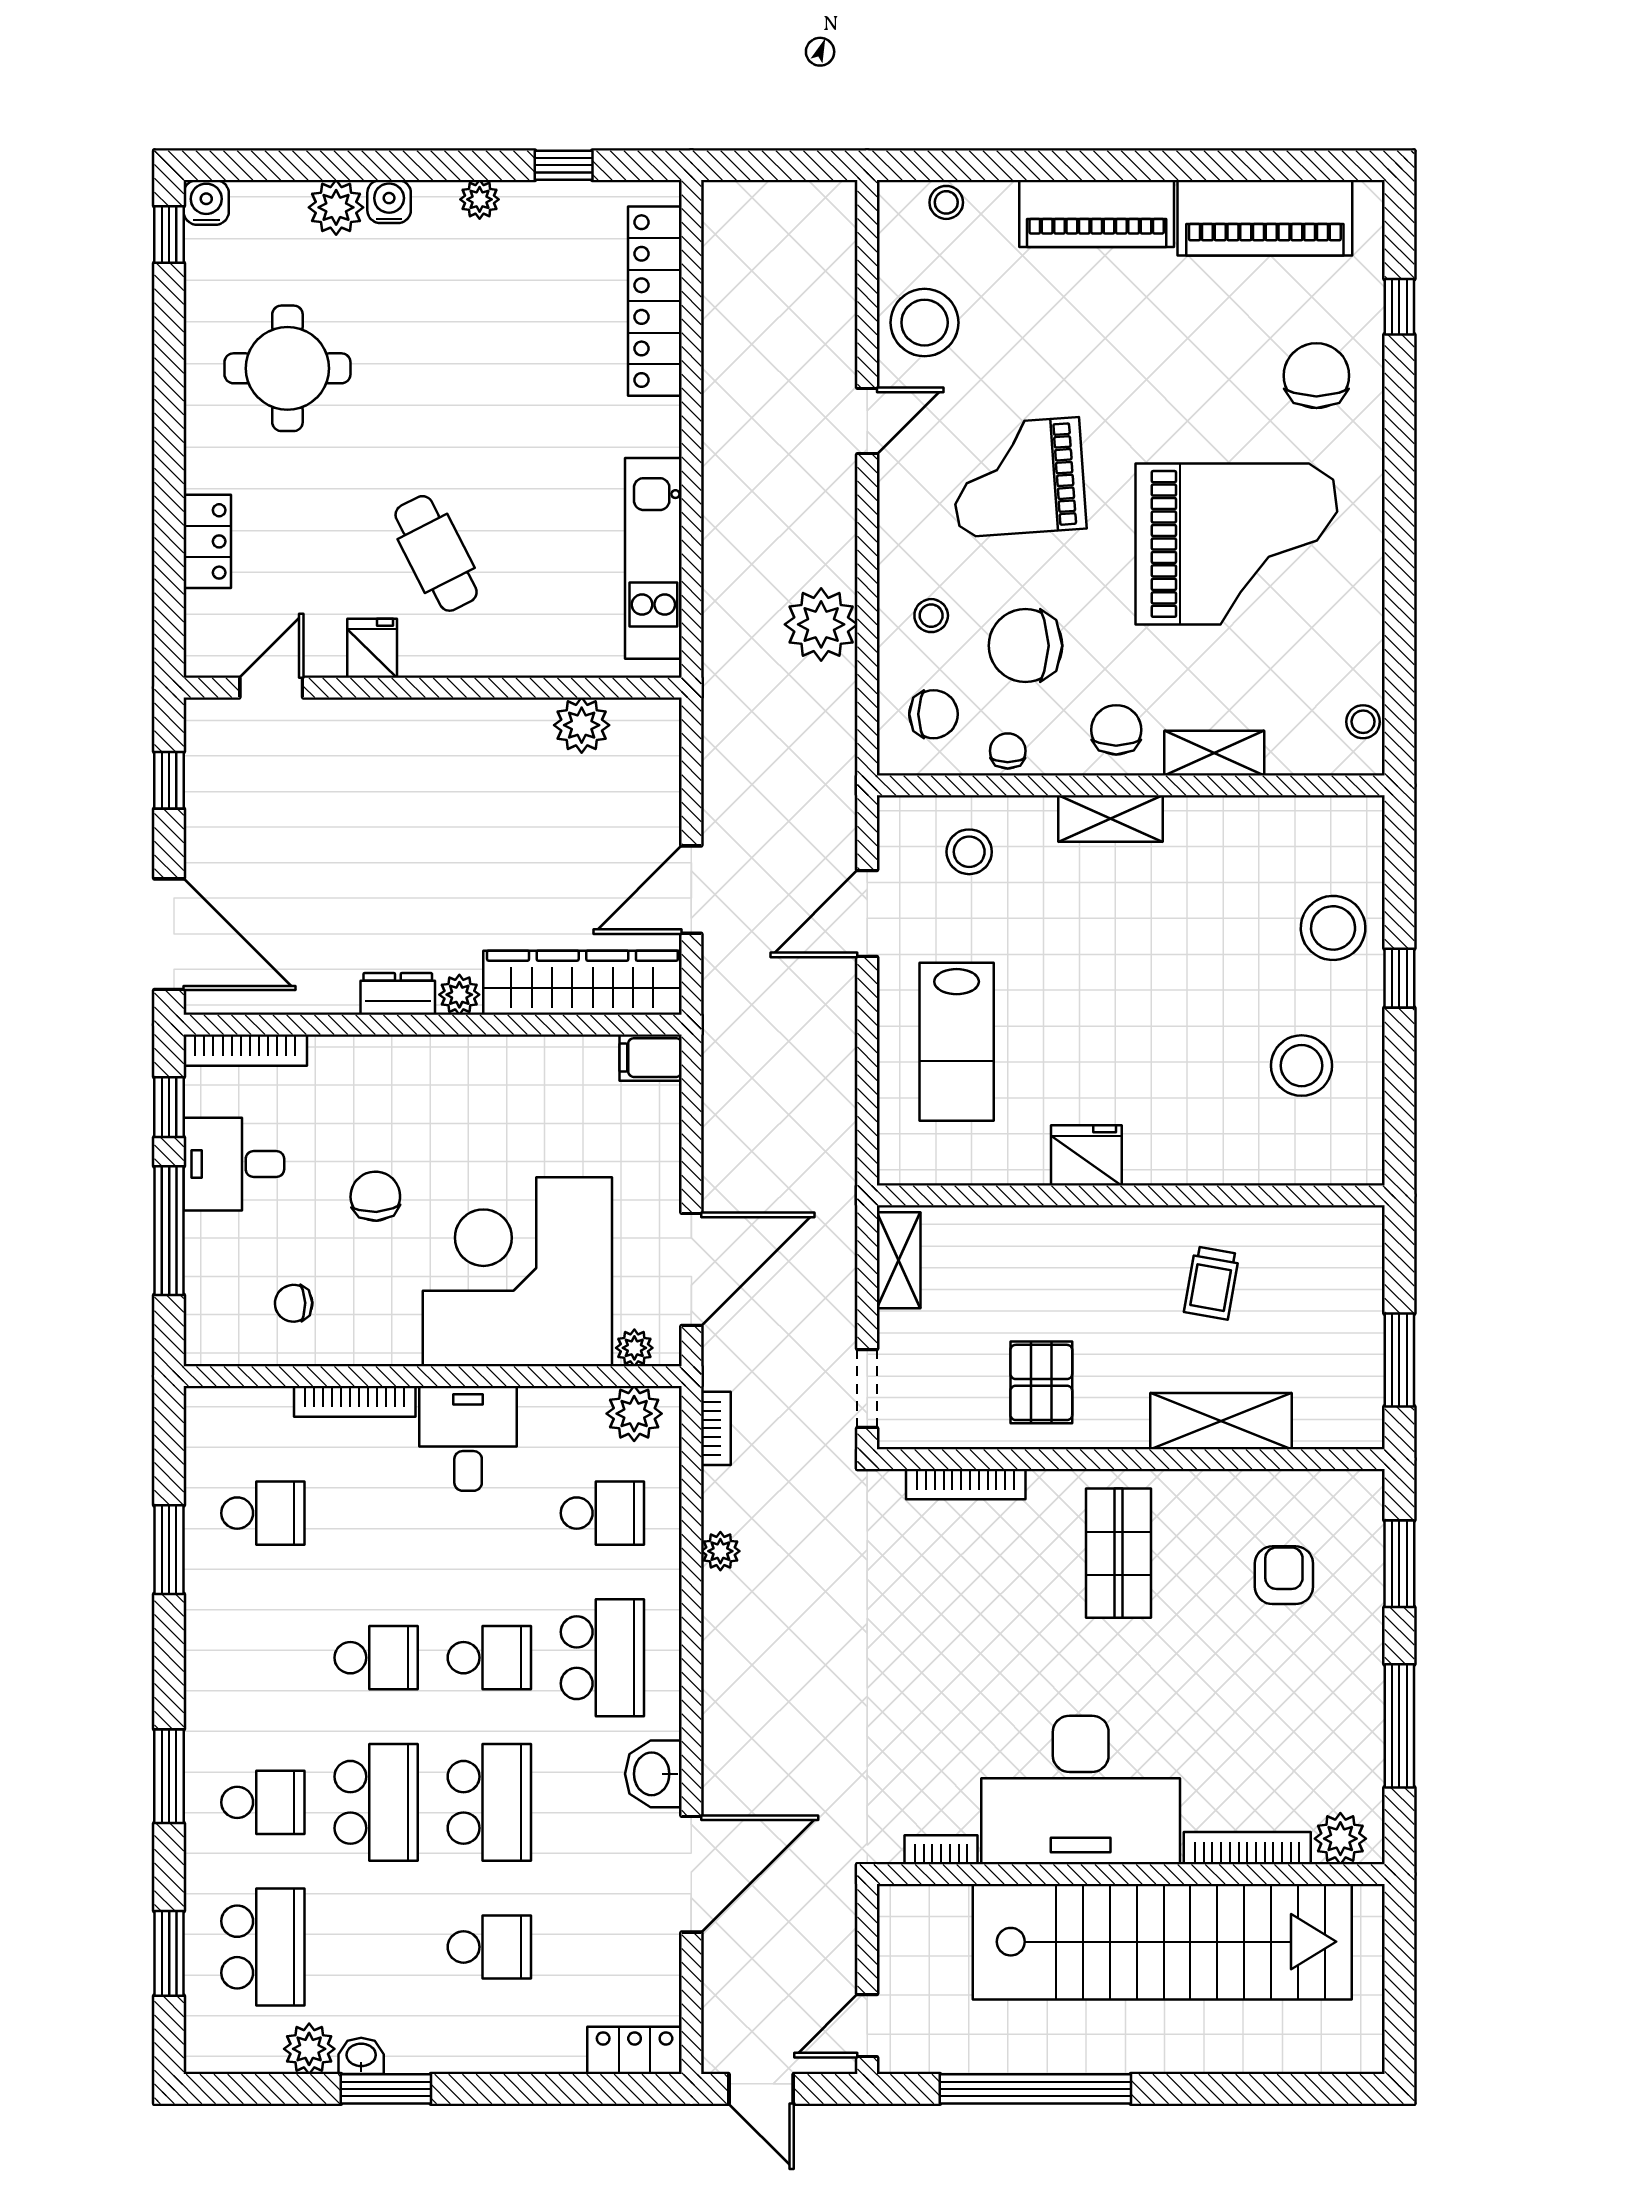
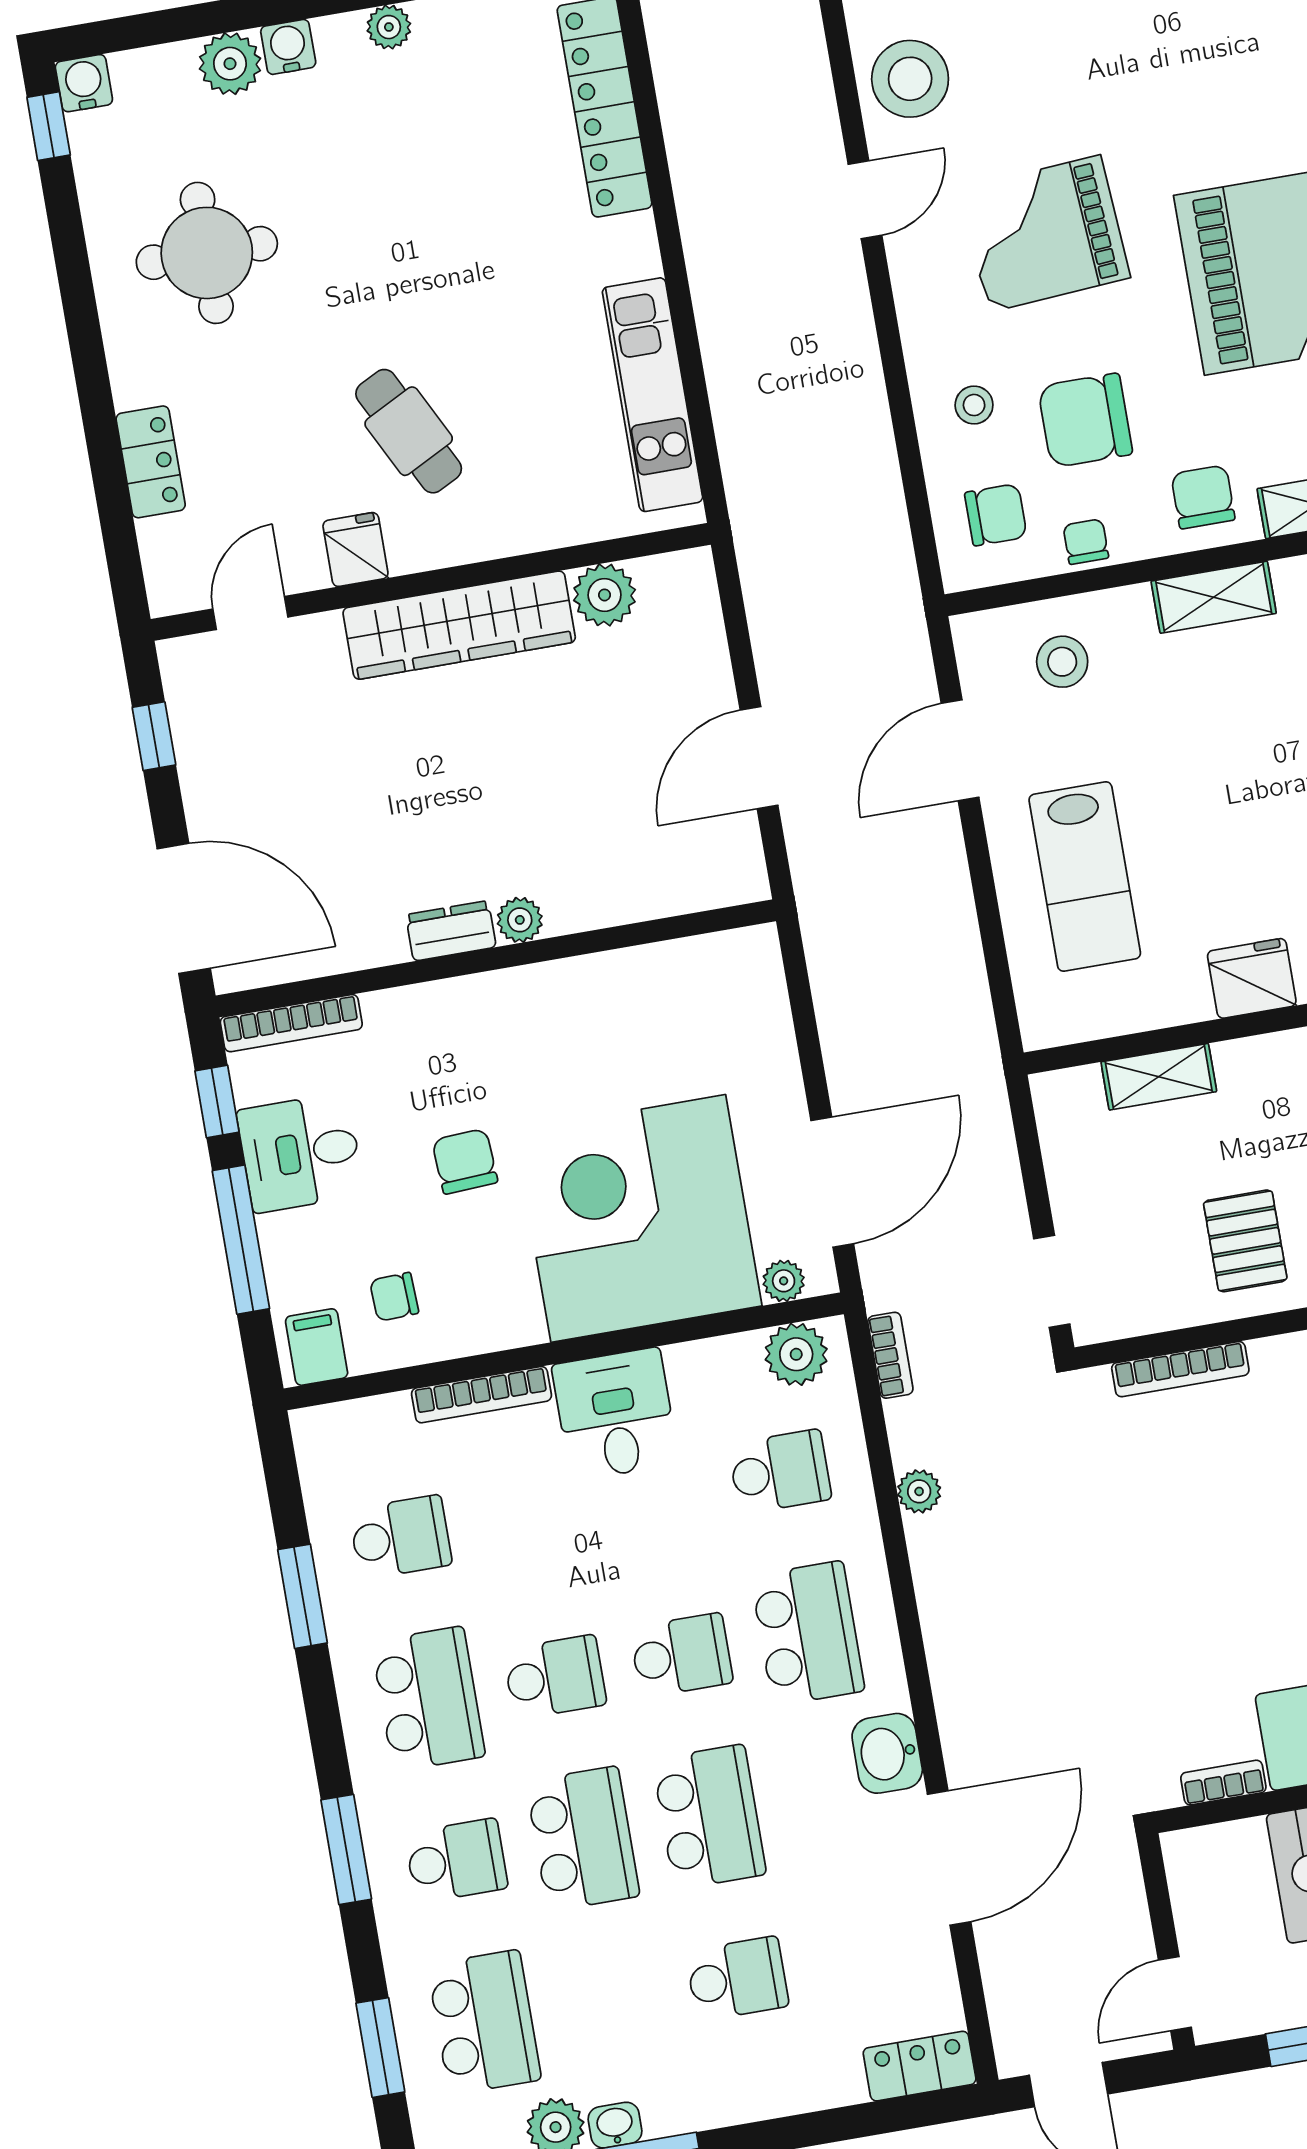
plant: (821, 624) -> (853, 436), removed
wardrobe: (582, 983) -> (459, 625), moved, turned 180
filing cabinet: (651, 1058) -> (317, 1347), moved, turned 90
shelving: (899, 1260) -> (1159, 1077), moved, turned 90
school desk: (263, 1658) -> (428, 1699), added

